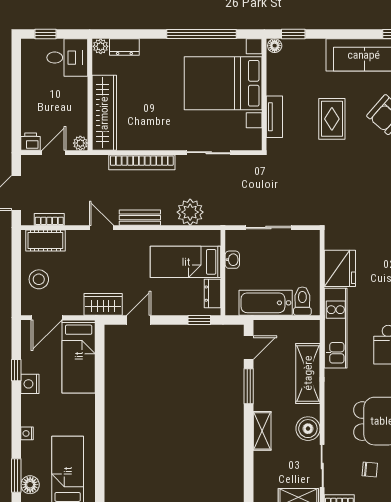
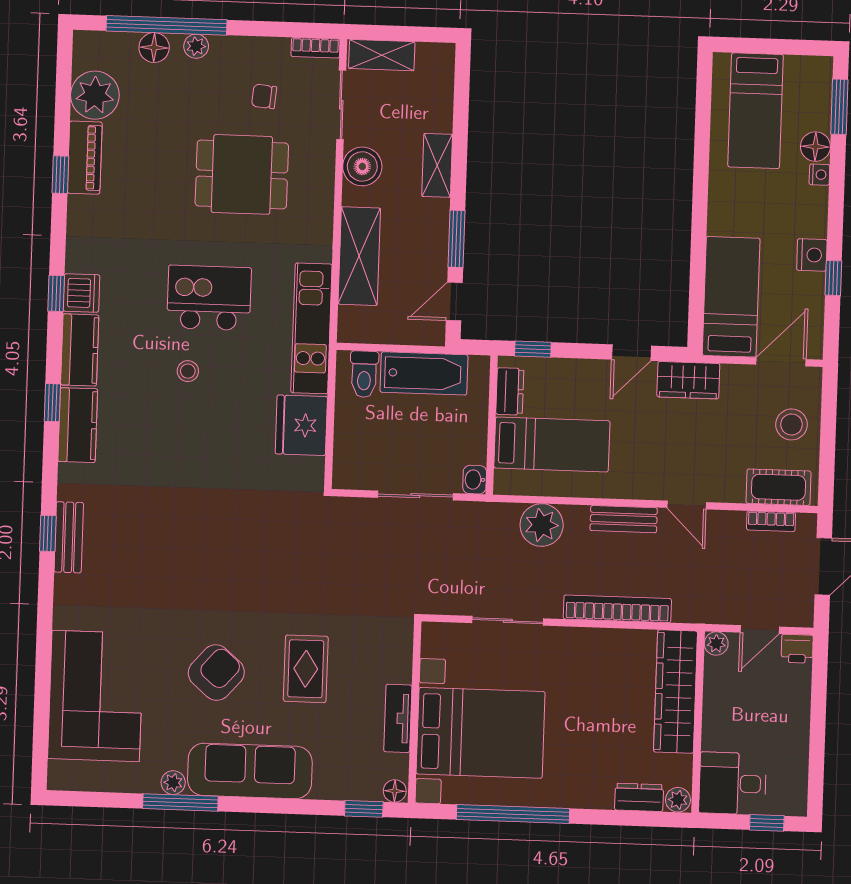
tv unit: (274, 117) -> (398, 718), moved
washbasin: (232, 260) -> (475, 480), moved
floor lamp: (30, 485) -> (815, 147), moved

